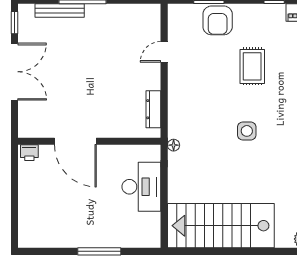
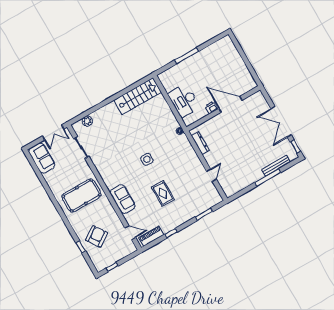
armchair: (218, 20) -> (194, 207), removed
printer: (29, 153) -> (212, 108), moved
stairs: (221, 226) -> (137, 96), width x0.73, depth x0.66

